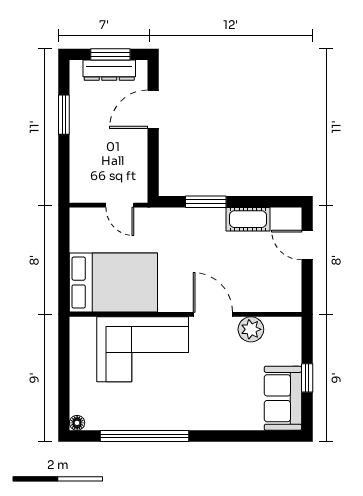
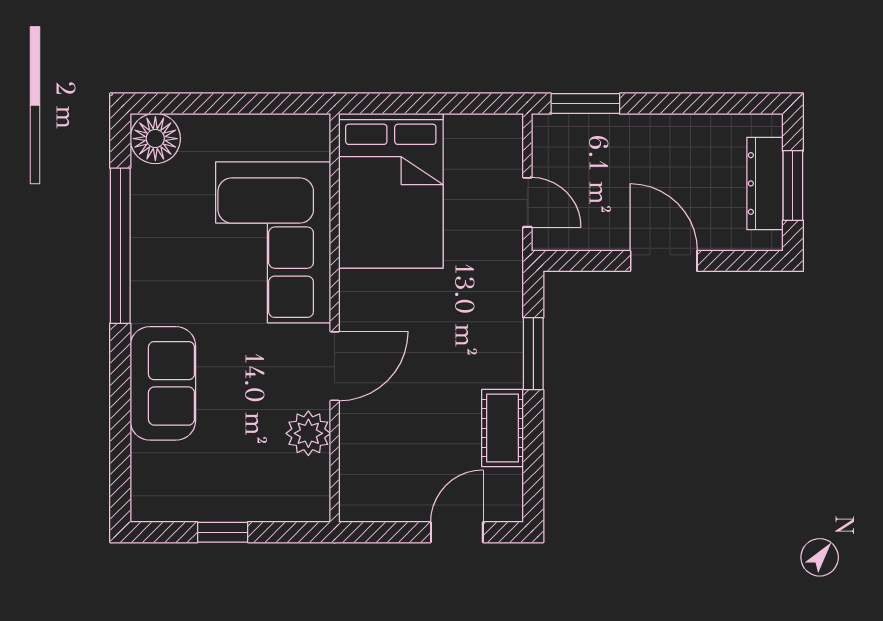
door: (153, 109) -> (664, 261), moved
window: (64, 115) -> (585, 104), moved
door: (120, 205) -> (527, 202), swing flipped
sofa: (283, 398) -> (163, 383), moved, turned 90
floor lamp: (77, 423) -> (155, 139), width x1.89, depth x1.89

